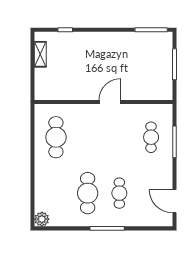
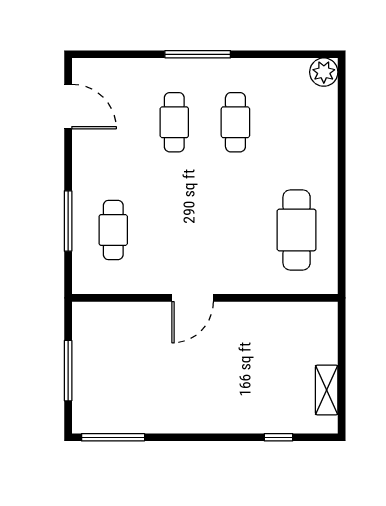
cafe table: (88, 193) -> (235, 122), width x0.73, depth x0.74

